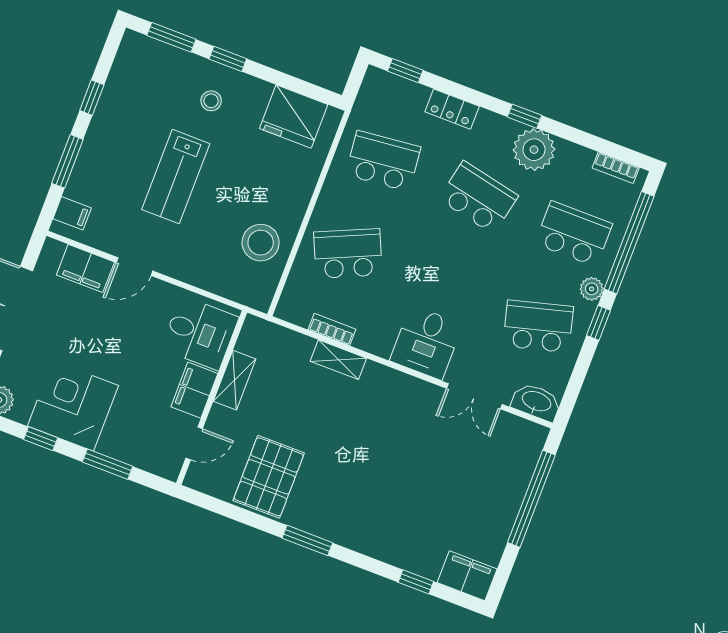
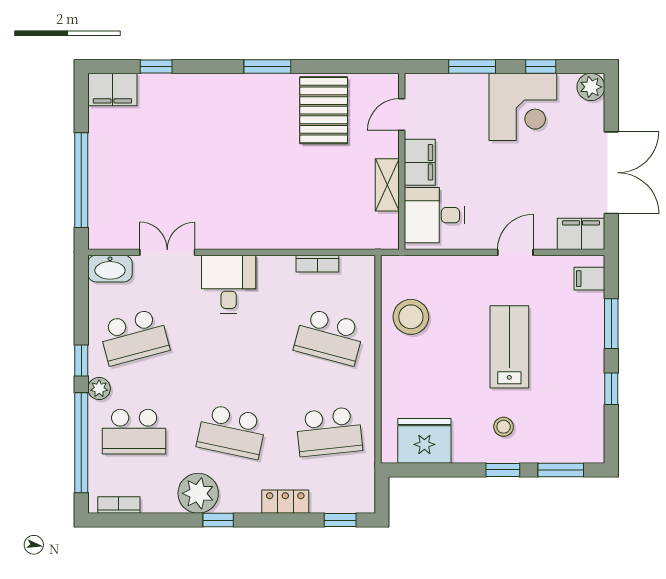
school desk: (348, 254) -> (329, 337), turned 39
filing cabinet: (85, 268) -> (581, 234), moved
shelving: (338, 360) -> (301, 239), removed

